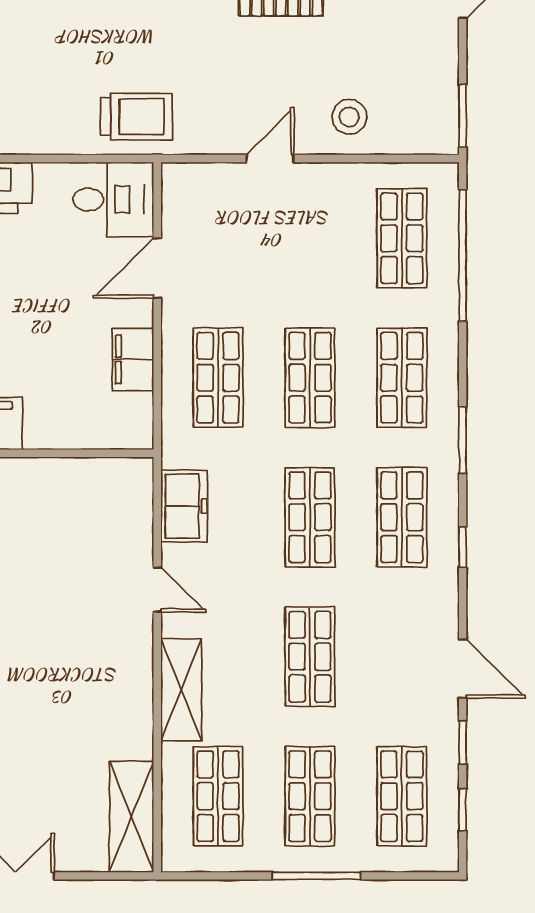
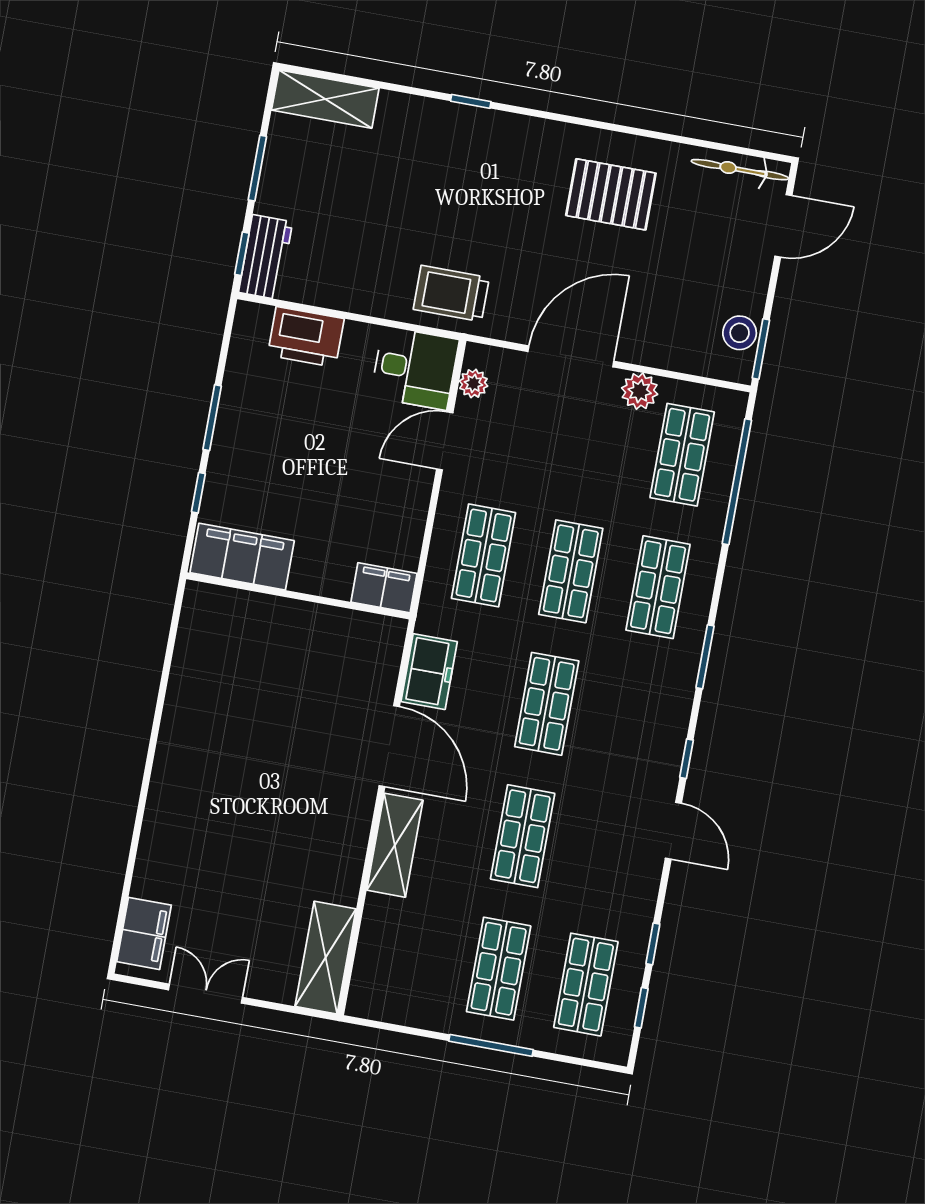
trolley: (137, 117) -> (451, 293), turned 180
stool: (349, 117) -> (740, 333), moved
door: (270, 159) -> (571, 356), width x1.87
plant: (347, 181) -> (640, 391), added
plant: (176, 204) -> (473, 383), added
filing cabinet: (133, 360) -> (384, 588), moved, turned 90
shop shelf: (402, 517) -> (634, 720), removed
door: (157, 590) -> (389, 746), width x1.87
door: (463, 668) -> (673, 831), moved
shop shelf: (218, 796) -> (411, 953), removed

